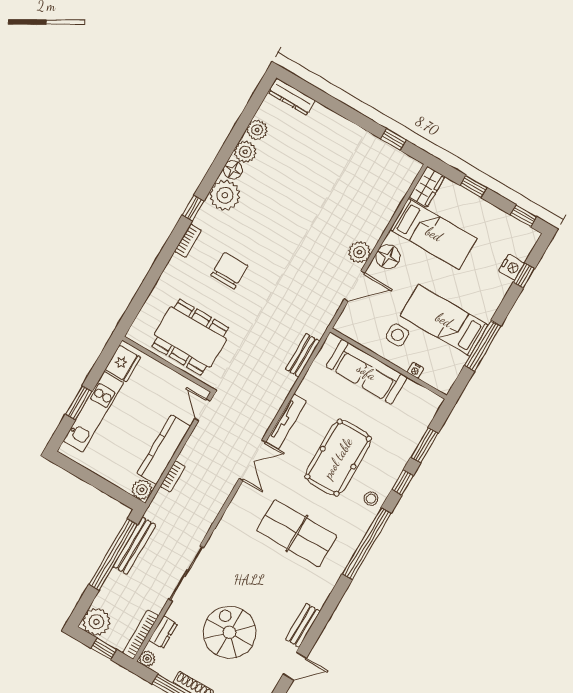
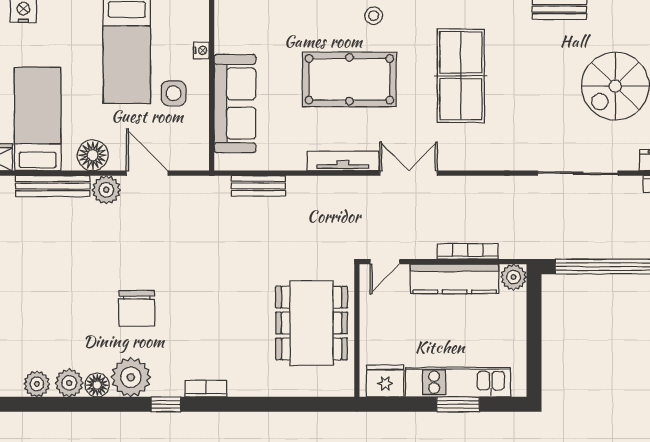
chair: (229, 271) -> (137, 308), moved, turned -90
bookcase: (173, 477) -> (468, 251), width x1.56
bench: (134, 546) -> (53, 186), moved

